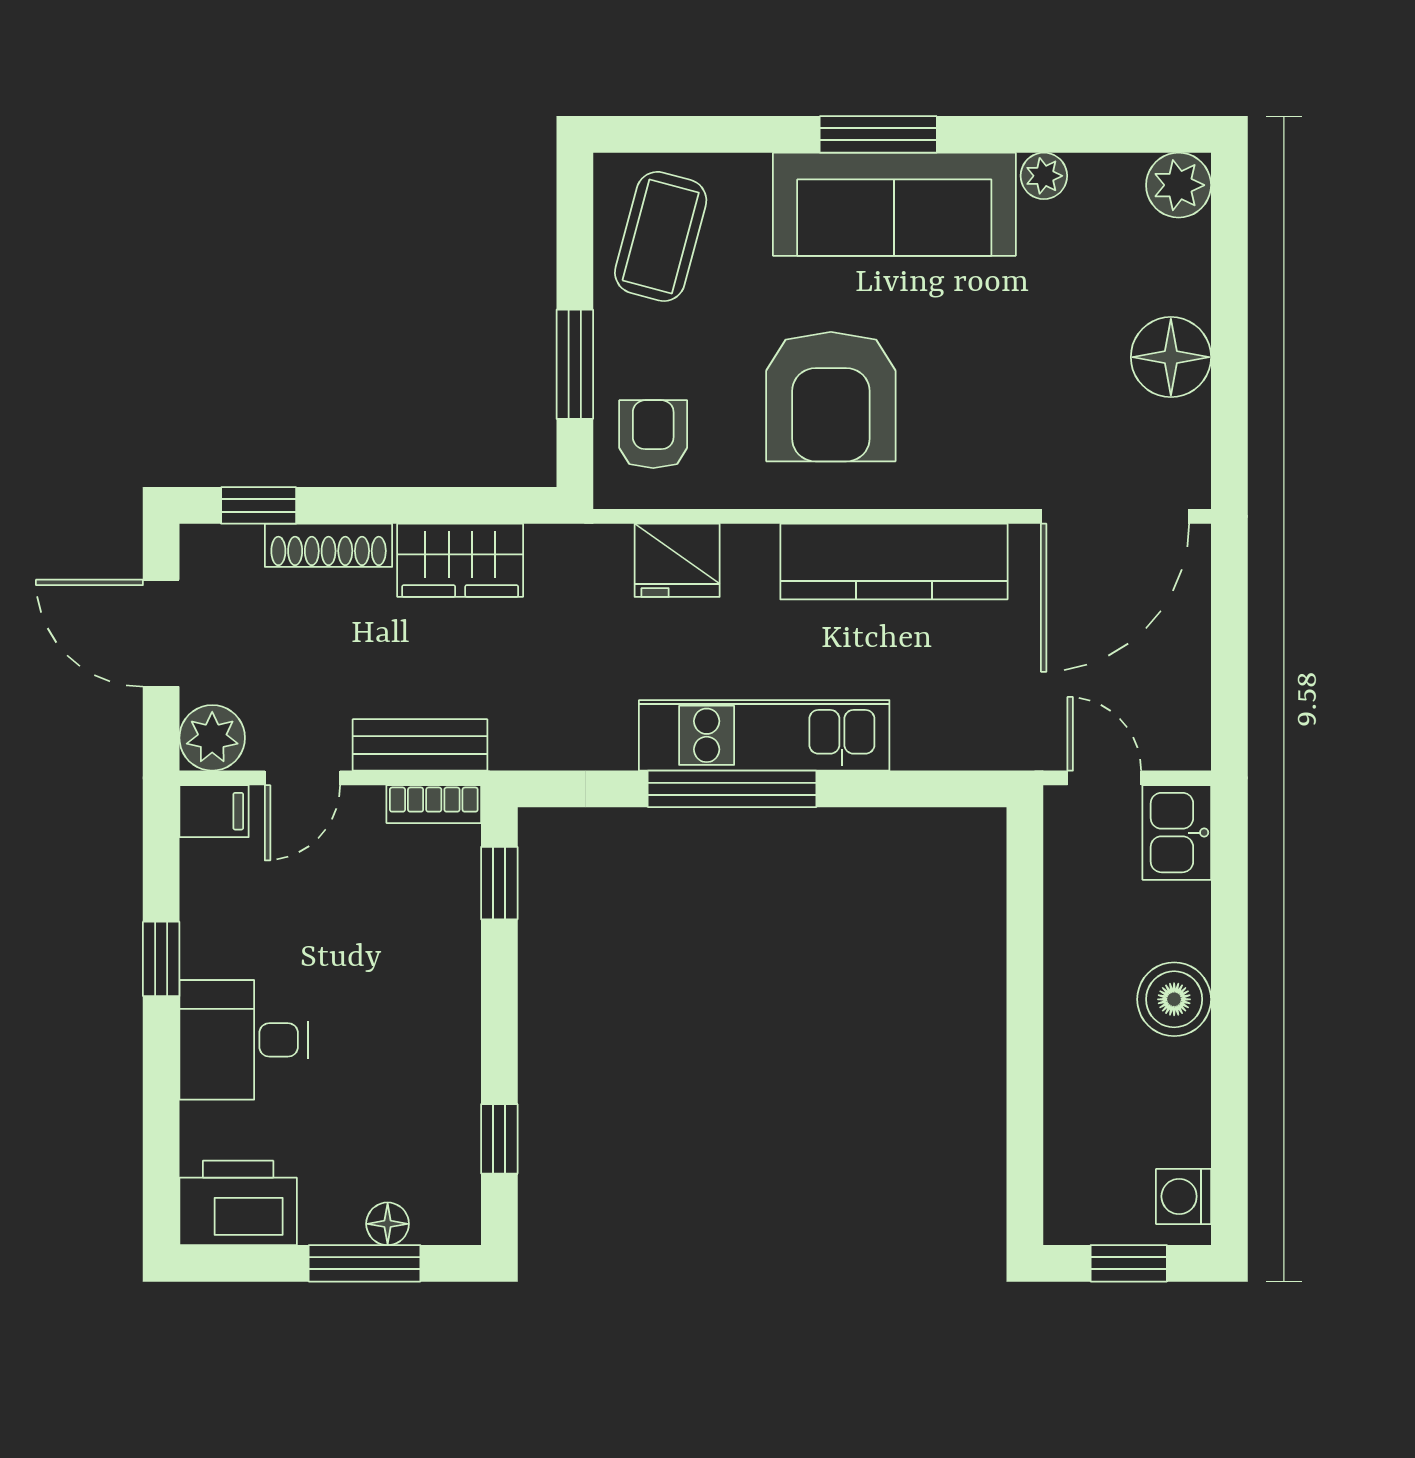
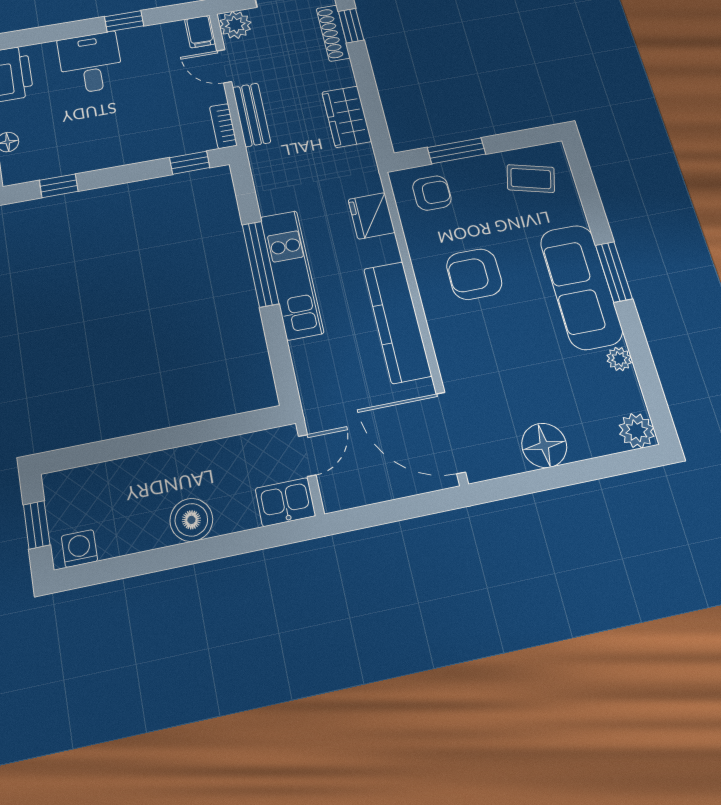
coffee table: (661, 236) -> (531, 179), width x0.73, depth x0.77
armchair: (831, 397) -> (474, 274), width x0.73, depth x0.73
shoe rack: (329, 545) -> (333, 33), moved

